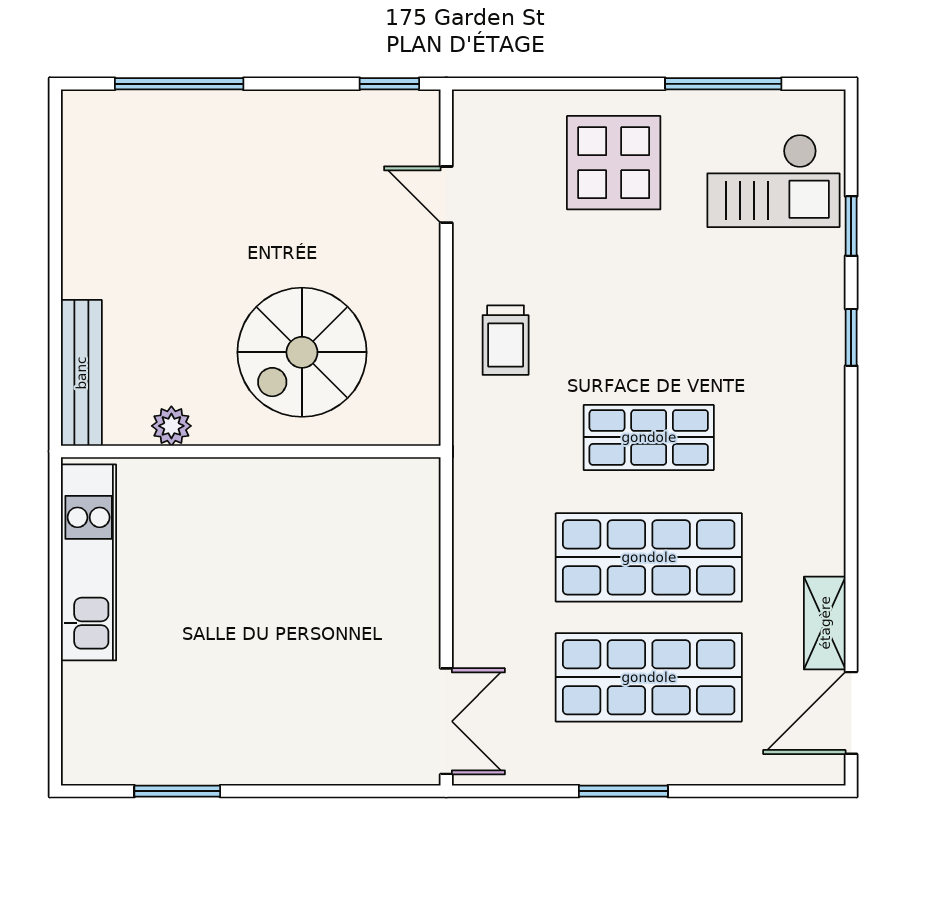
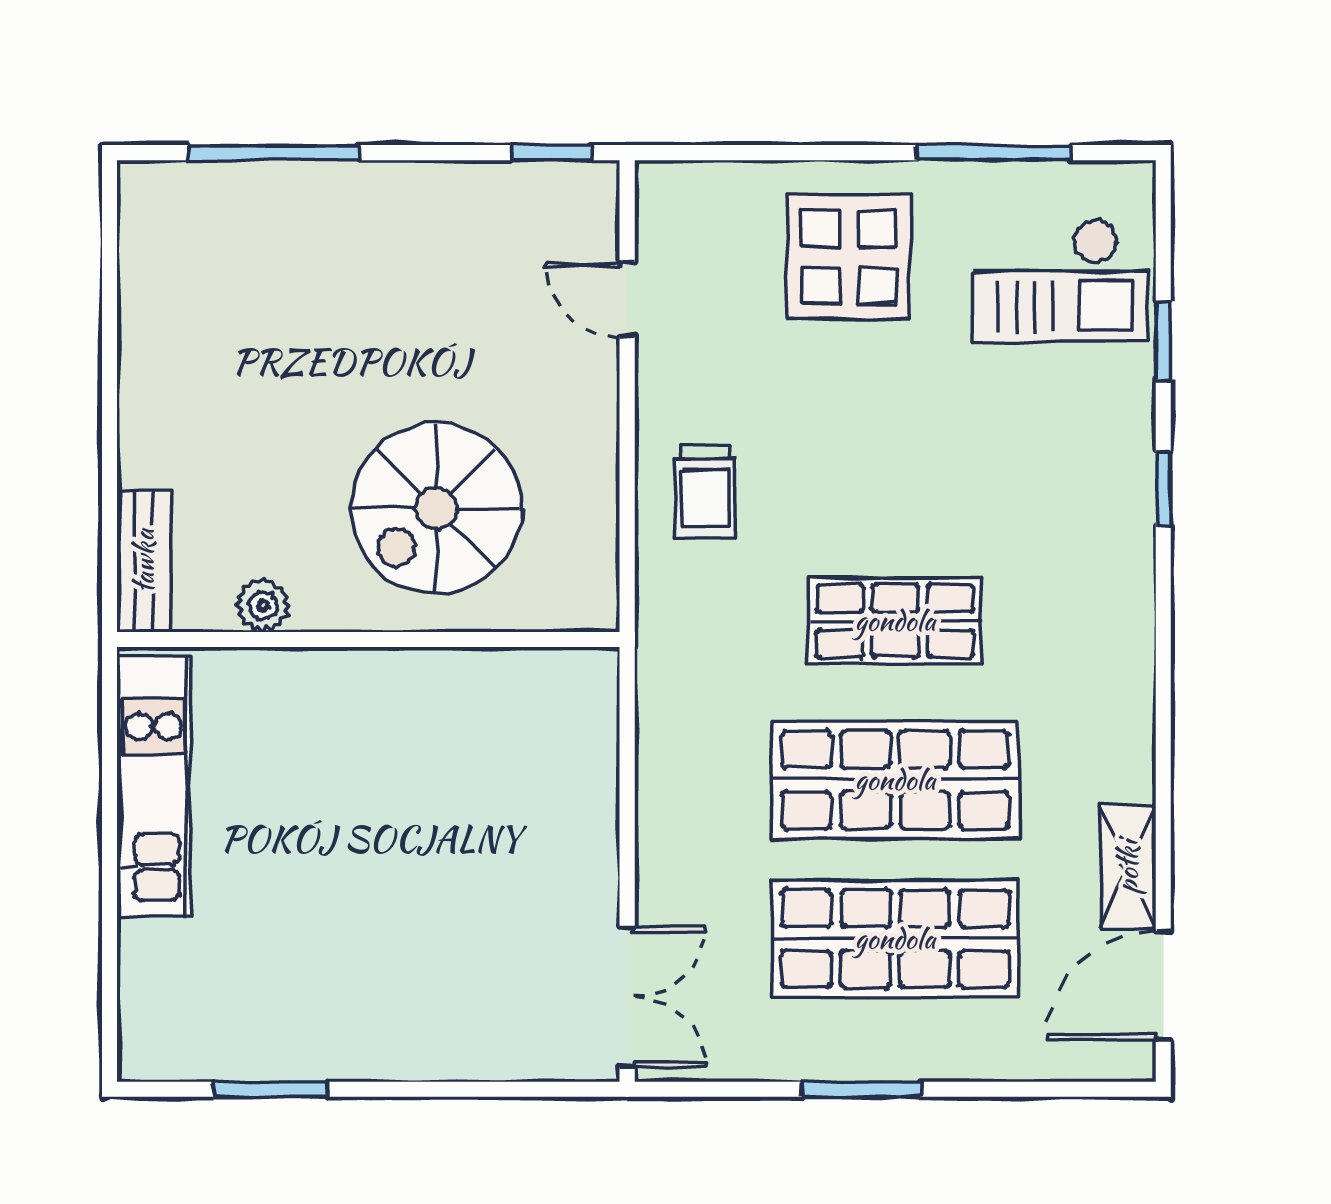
bench: (81, 373) -> (144, 561), width x0.73

